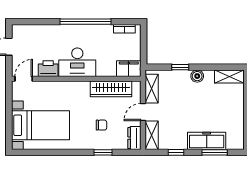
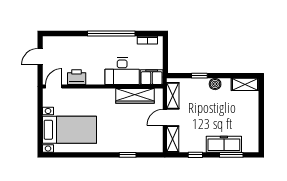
desk: (77, 62) -> (122, 71), moved
chair: (101, 125) -> (126, 130), removed
dresser: (134, 138) -> (157, 142), removed

